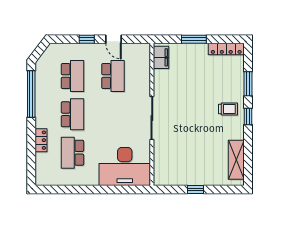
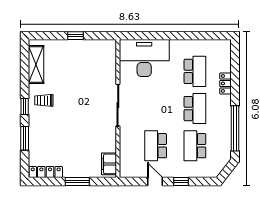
trolley: (228, 109) -> (44, 100), moved
school desk: (72, 114) -> (195, 109), turned 180

